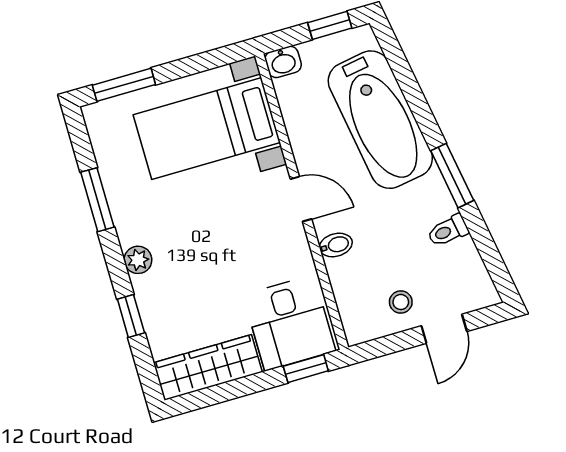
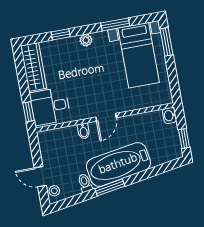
bathtub: (380, 120) -> (118, 164), moved
bed with nightstands: (207, 129) -> (139, 55), moved, turned 180
stool: (401, 302) -> (54, 191), moved

